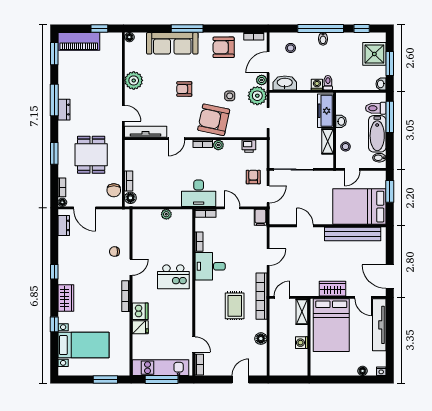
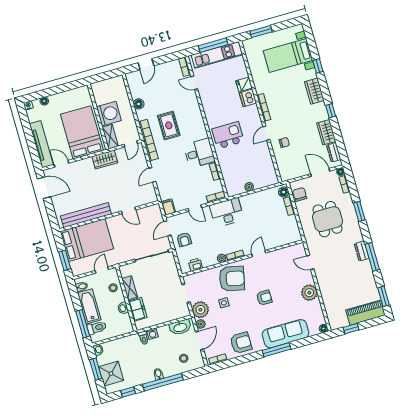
freezer: (325, 111) -> (138, 309), width x0.71
tv unit: (146, 132) -> (287, 252), removed
wardrobe: (66, 250) -> (326, 132), added
wardrobe: (333, 289) -> (105, 160), moved
washing machine: (302, 343) -> (109, 114), width x1.89, depth x1.89

